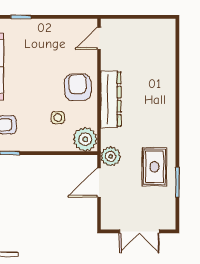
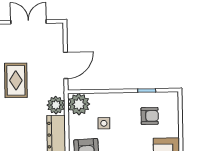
plant: (111, 156) -> (56, 105), moved

